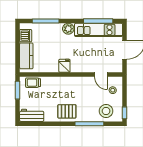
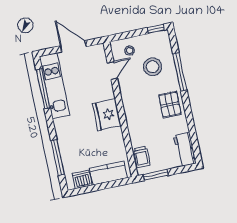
plant: (68, 29) -> (61, 126), removed
fridge: (64, 66) -> (107, 115), width x1.88, depth x1.34
stool: (106, 111) -> (153, 67), moved

